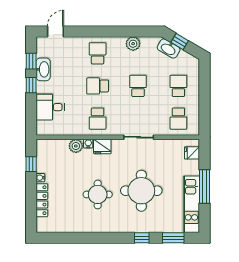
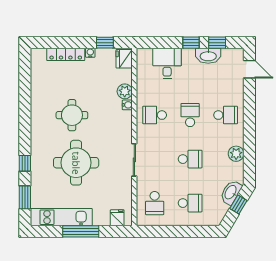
school desk: (178, 119) -> (155, 203), turned -90
fridge: (102, 146) -> (124, 59), moved

